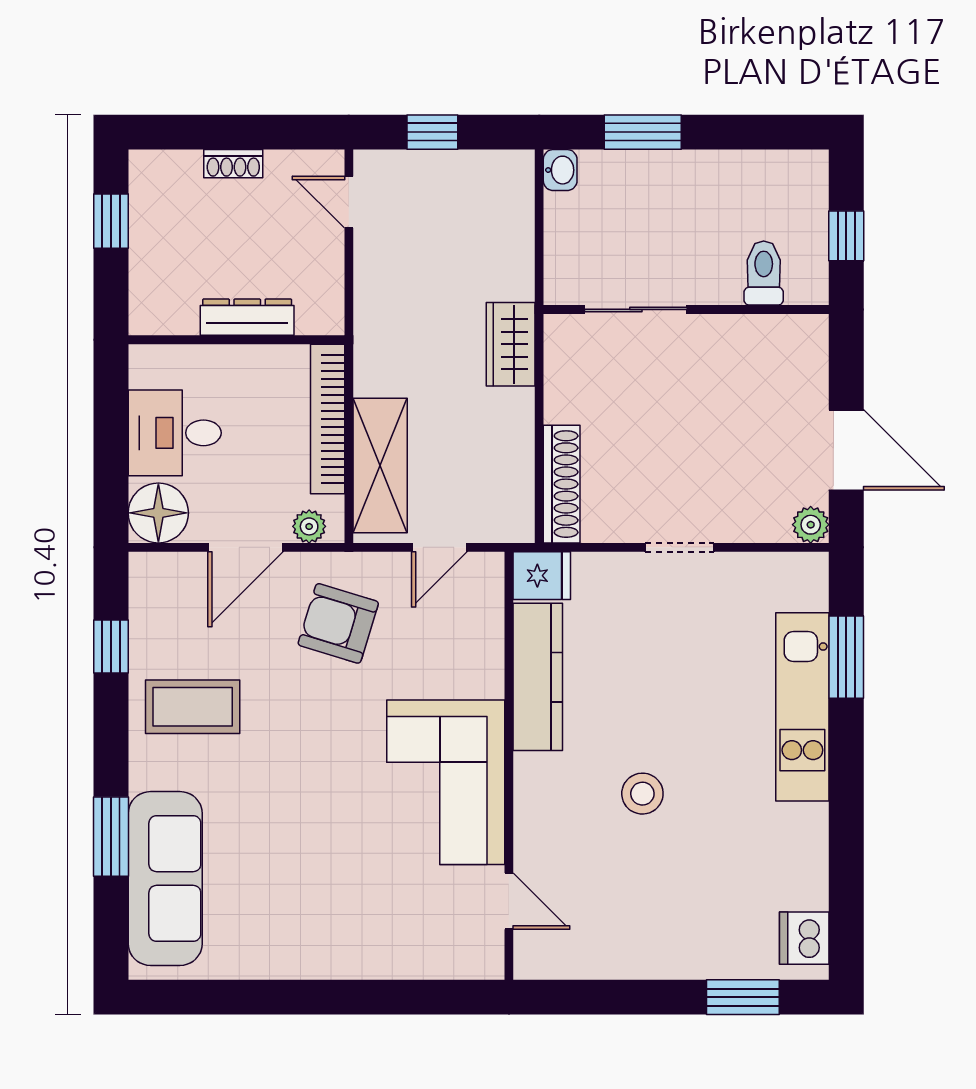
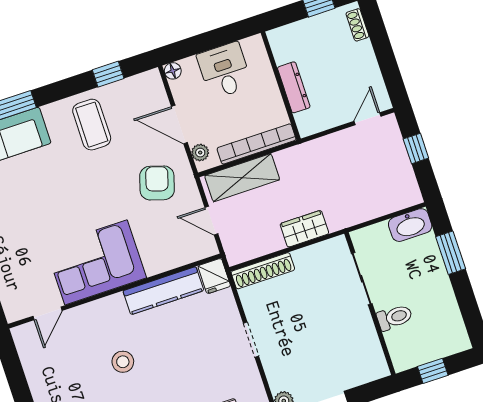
shoe rack: (233, 164) -> (357, 25), moved
washbasin: (560, 170) -> (410, 225), width x1.91, depth x1.45
toilet: (764, 273) -> (395, 317), moved
wardrobe: (511, 344) -> (304, 229), moved
floor lamp: (158, 513) -> (173, 71), width x0.53, depth x0.53

